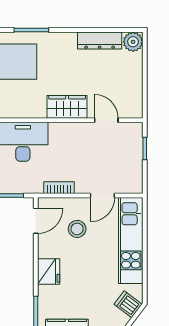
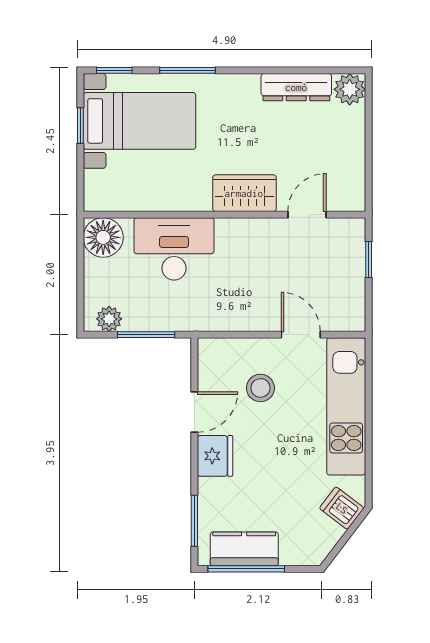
door: (106, 120) -> (307, 215), hinge flipped
bookcase: (59, 188) -> (232, 322), removed
door: (102, 196) -> (301, 335), swing flipped
door: (36, 221) -> (194, 412), moved

